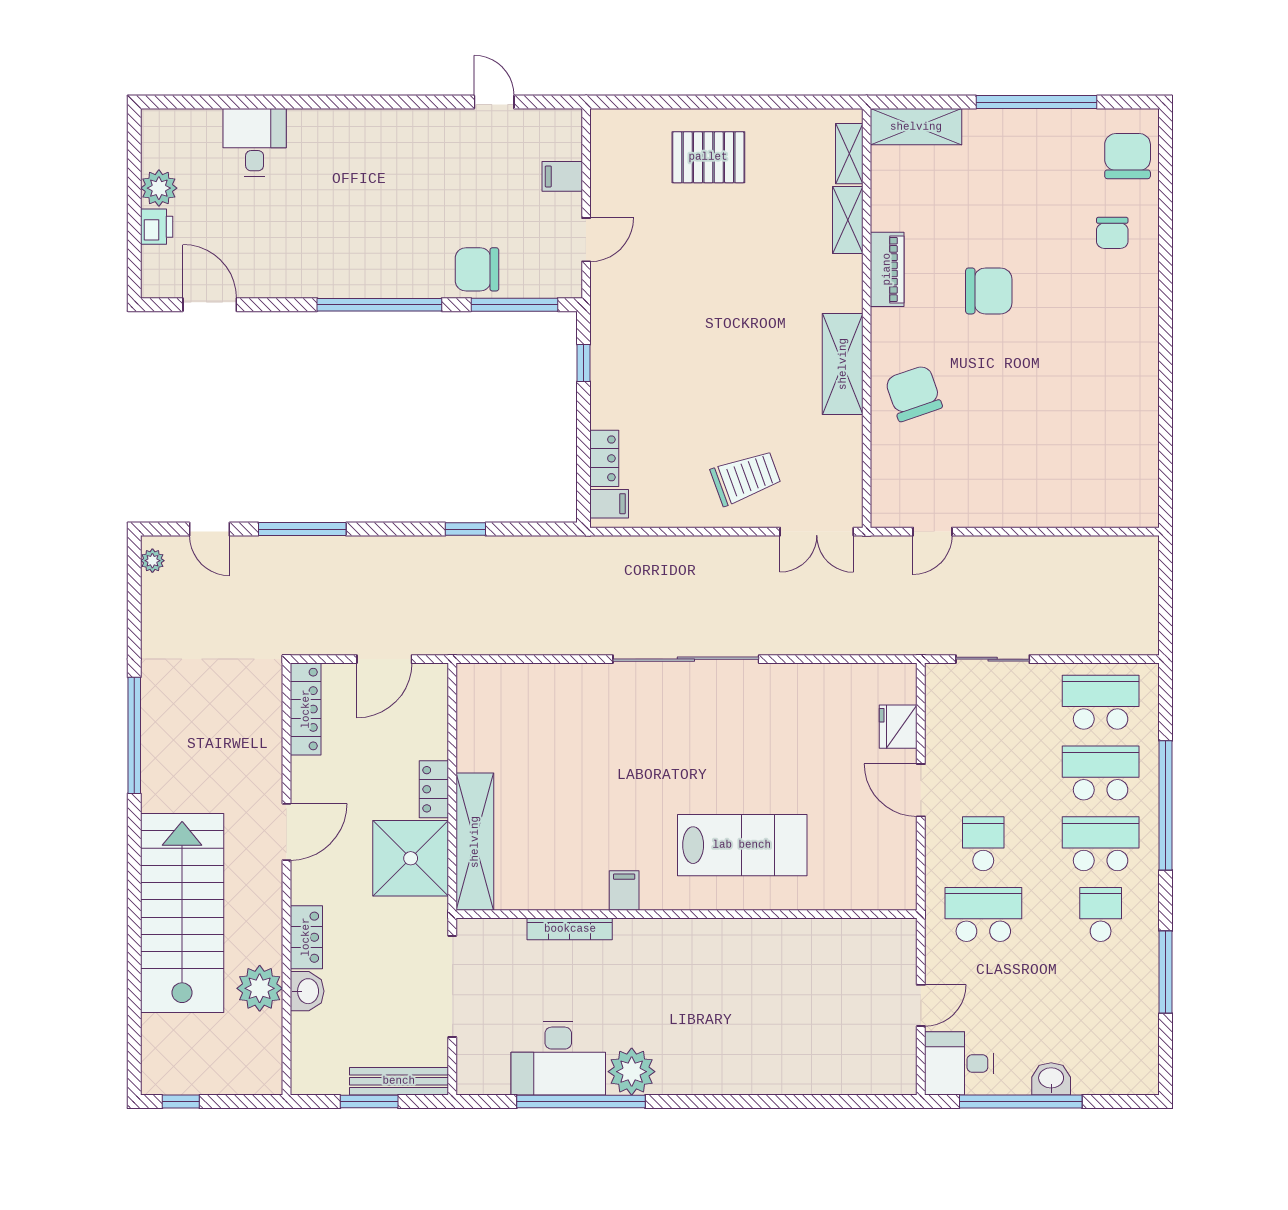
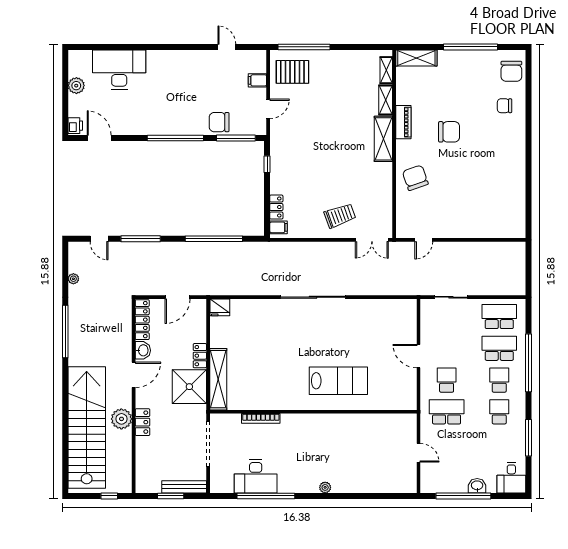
window: (666, 102) -> (304, 47), added
desk: (255, 142) -> (119, 70), width x1.87, depth x1.30
chair: (1128, 156) -> (511, 71), turned 180
pallet: (708, 157) -> (292, 72), moved
printer: (157, 227) -> (75, 126), moved
chair: (1112, 233) -> (505, 106), turned 90
shelving: (843, 364) -> (383, 139), moved
window: (465, 529) -> (214, 239), width x3.17
plant: (152, 561) -> (73, 279), moved
fridge: (898, 727) -> (220, 307), moved, turned -90
school desk: (1101, 844) -> (499, 380), width x0.54
filing cabinet: (624, 891) -> (285, 401), removed
stairs: (182, 913) -> (87, 428), width x1.36
plant: (260, 988) -> (121, 419), moved
washbasin: (307, 991) -> (143, 350), moved
door: (921, 1005) -> (419, 453), hinge flipped
desk: (959, 1063) -> (511, 478), moved, turned -90
plant: (632, 1072) -> (325, 487), moved, width x0.53, depth x0.53
window: (181, 1102) -> (109, 496), moved

